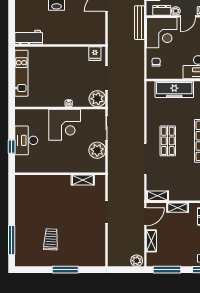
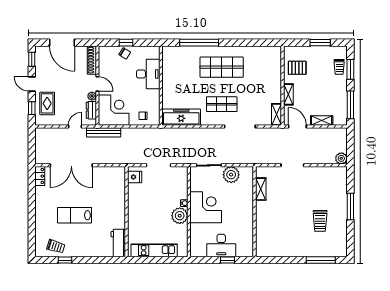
freezer: (174, 89) -> (181, 117), moved, turned -90
plant: (97, 99) -> (180, 216), moved
trolley: (51, 239) -> (320, 221), turned -93
plant: (137, 261) -> (341, 158), moved

